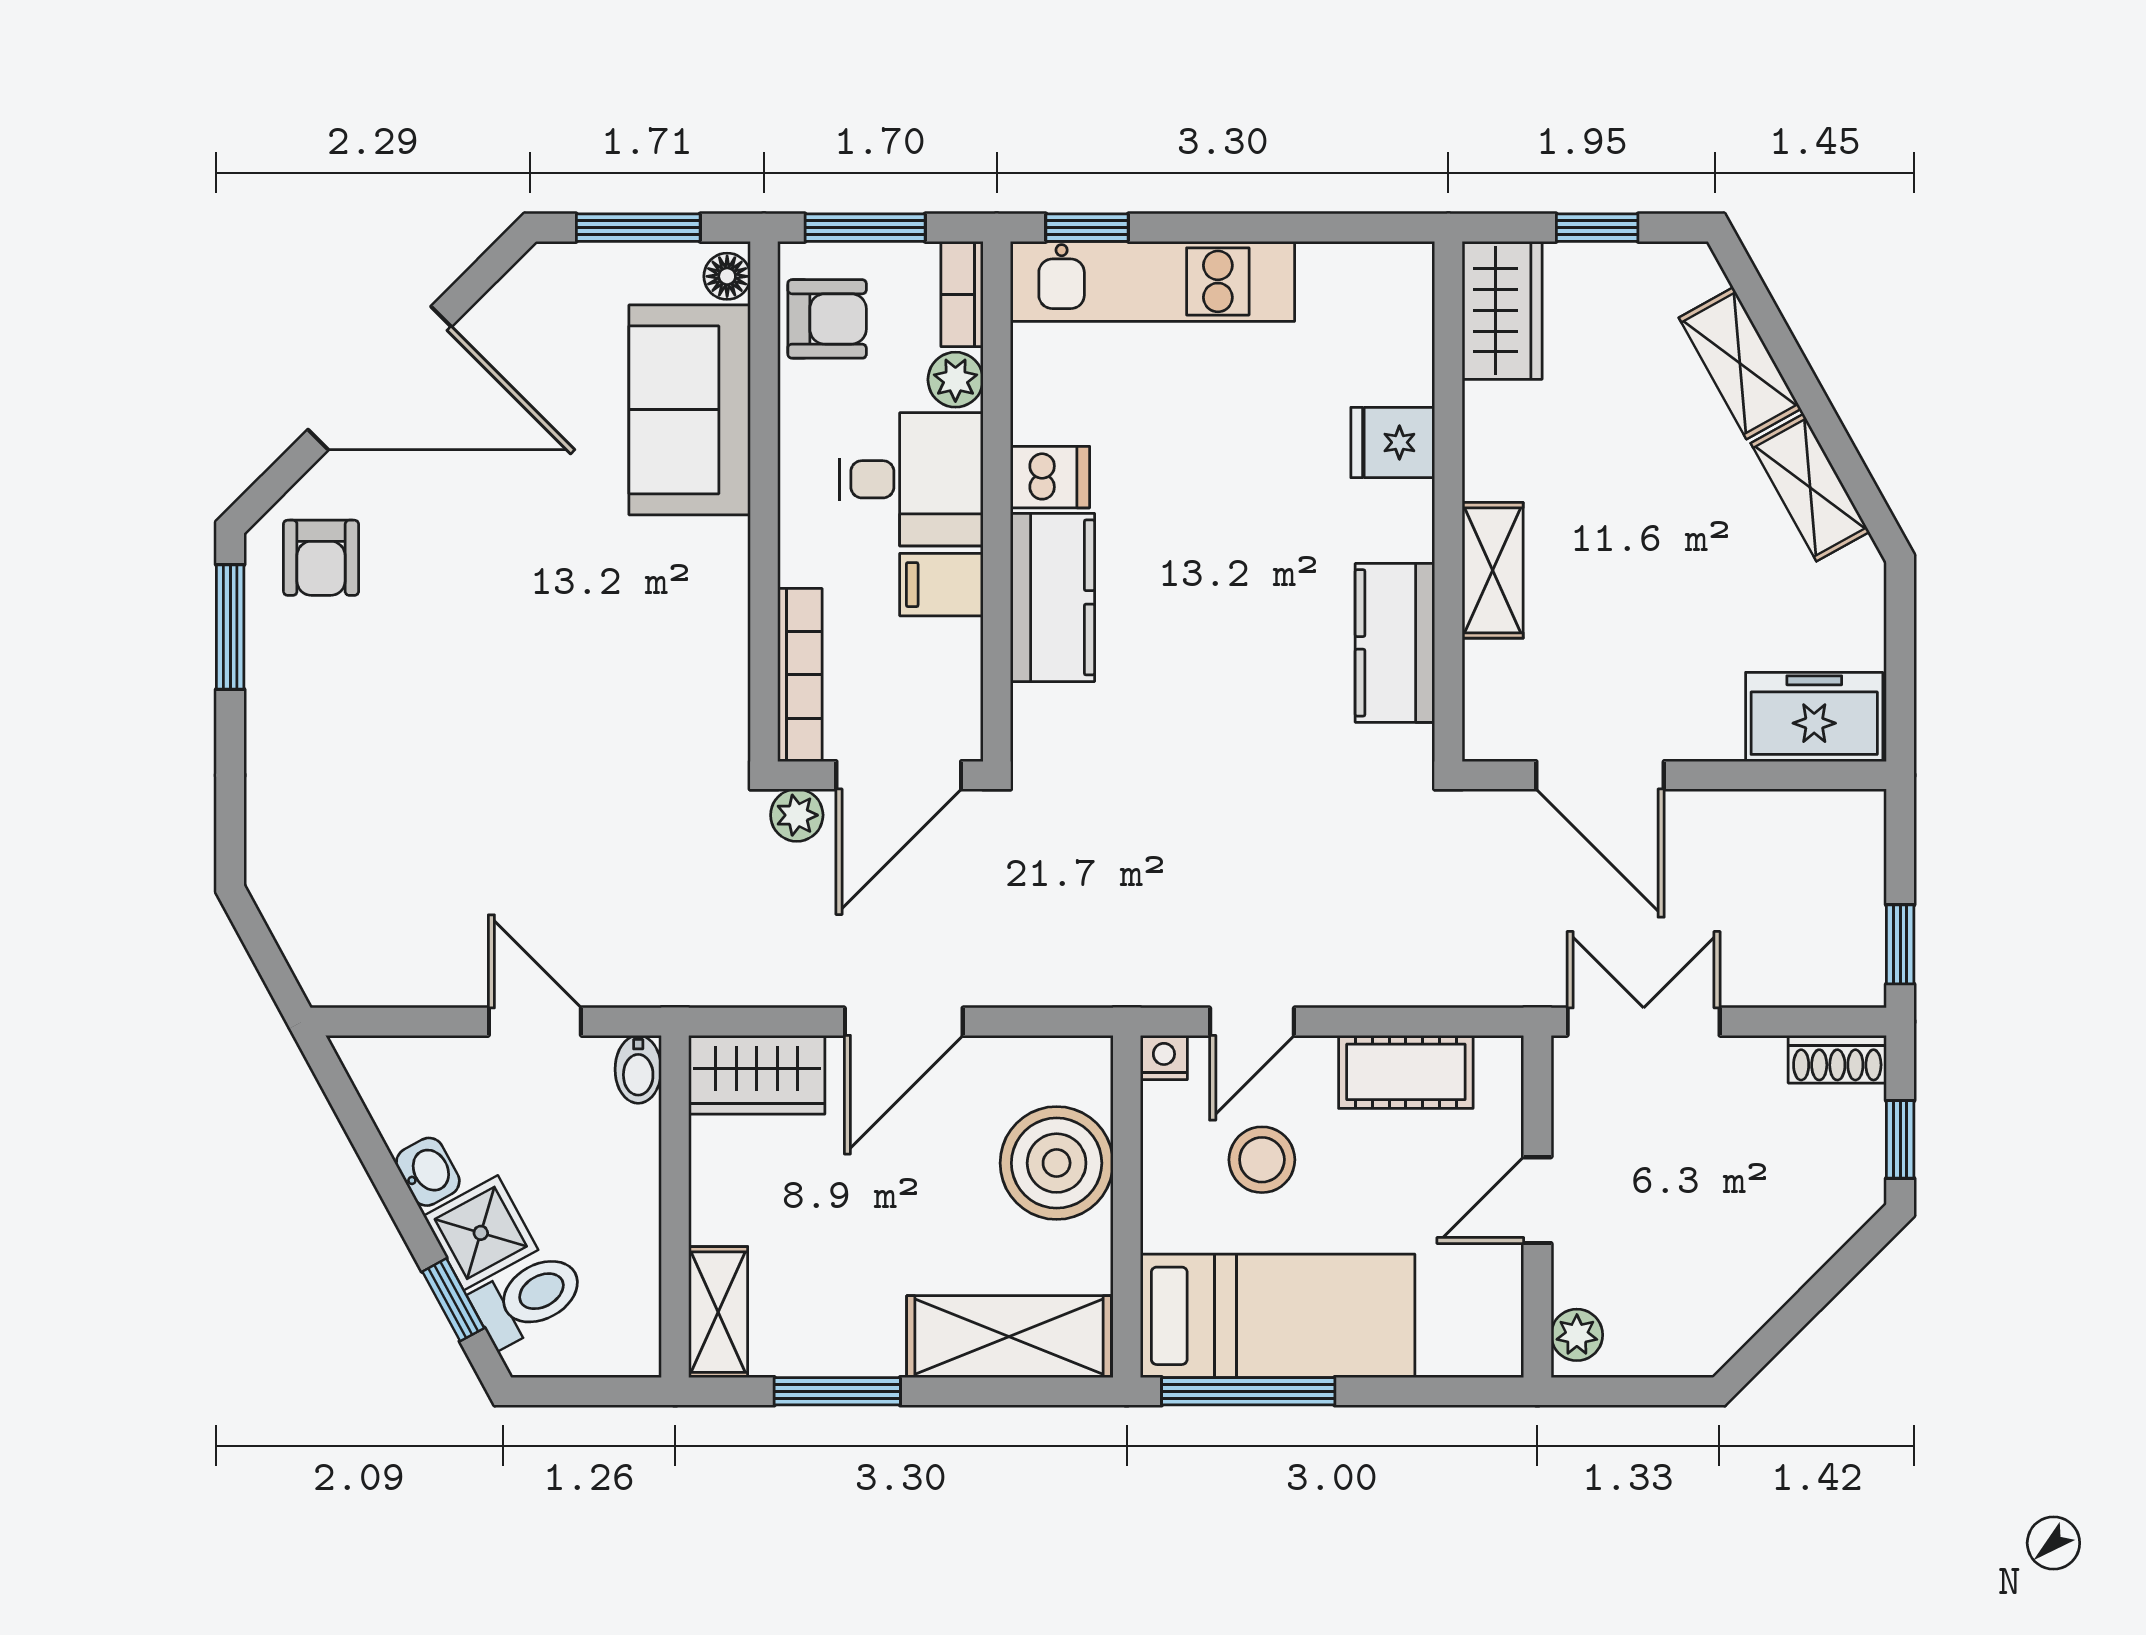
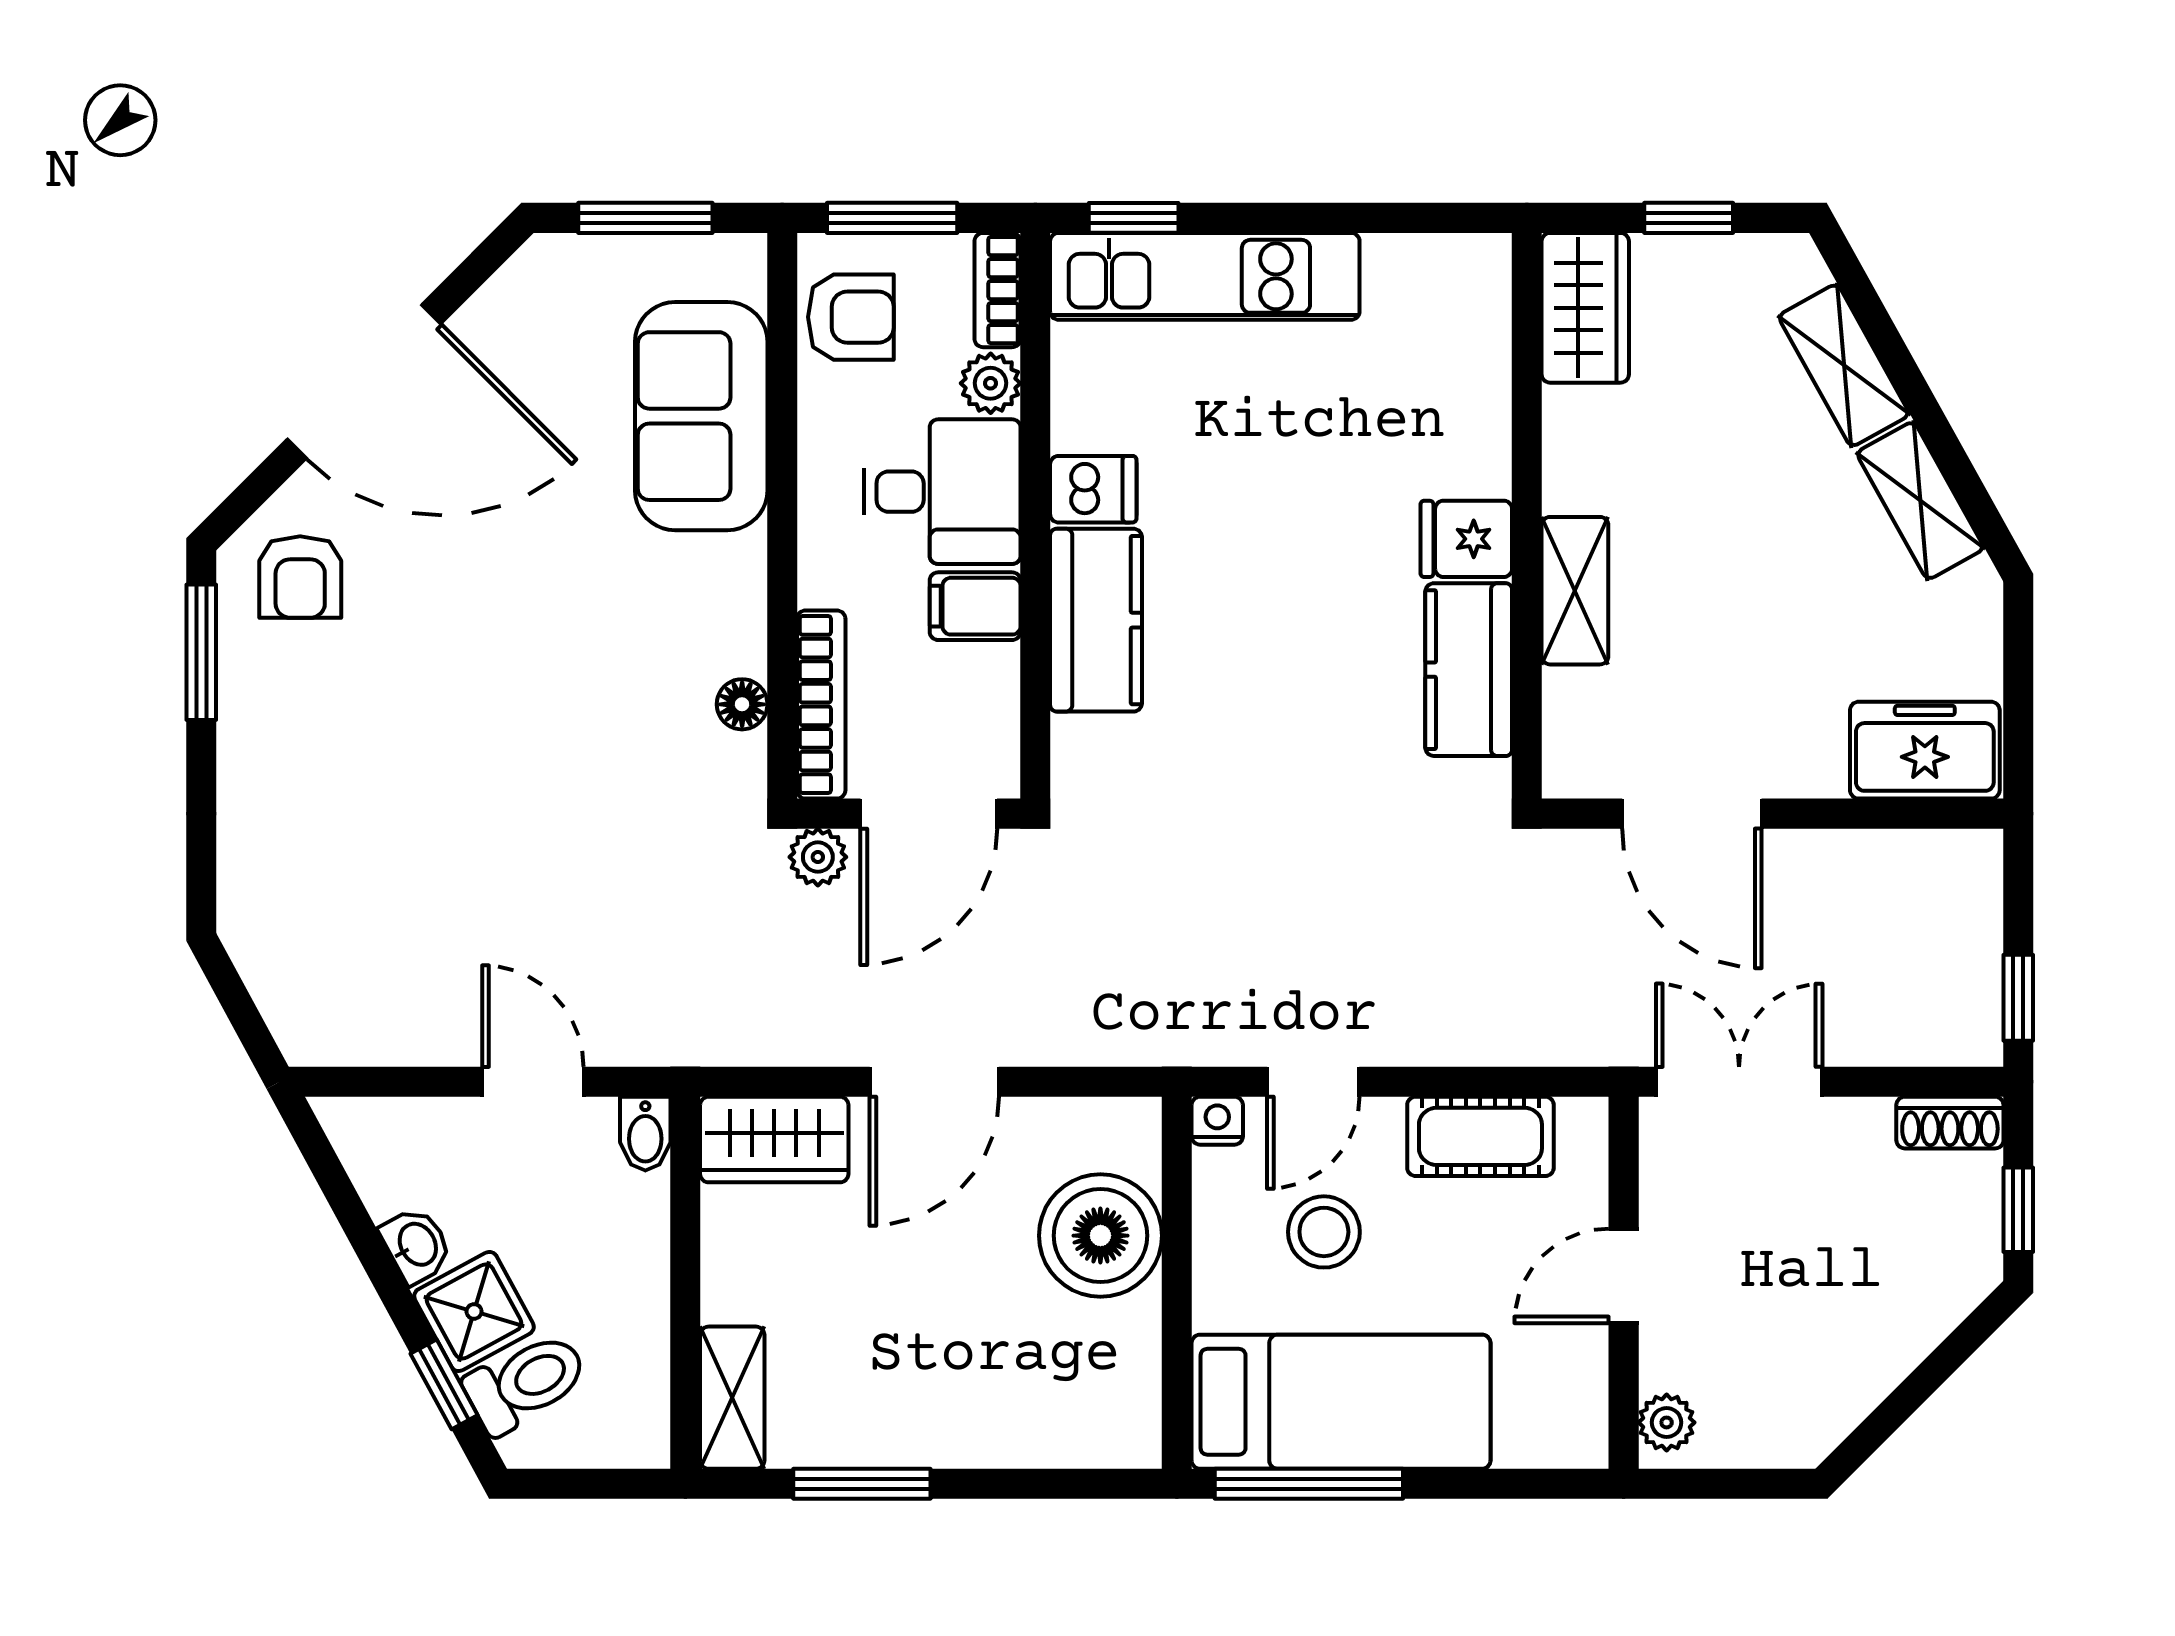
floor lamp: (727, 276) -> (742, 704), moved
fridge: (1393, 442) -> (1466, 539), moved
shelving: (1009, 1337) -> (1049, 1424), removed

